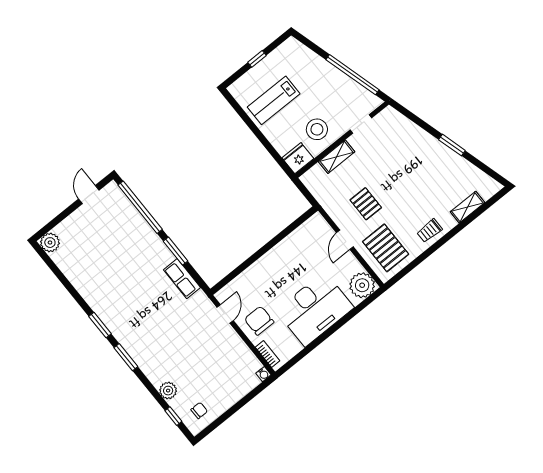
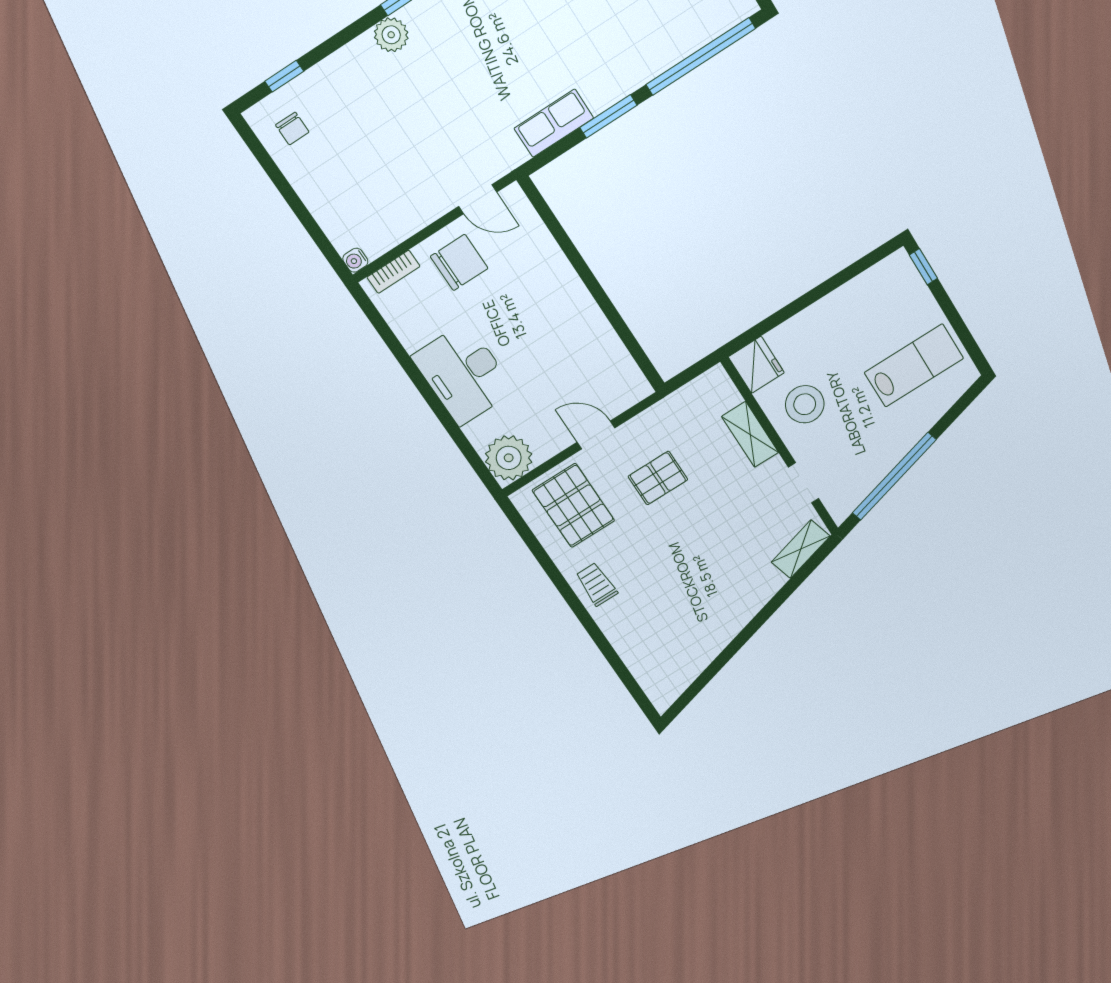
window: (257, 59) -> (923, 267), moved
lab bench: (274, 100) -> (914, 365), moved, turned 90
window: (452, 145) -> (745, 635), removed
shelving: (467, 207) -> (801, 549), moved, turned 74
pallet: (386, 248) -> (573, 505), turned 90
desk: (315, 309) -> (463, 374), width x0.73, depth x0.77
plant: (168, 391) -> (391, 35), moved

